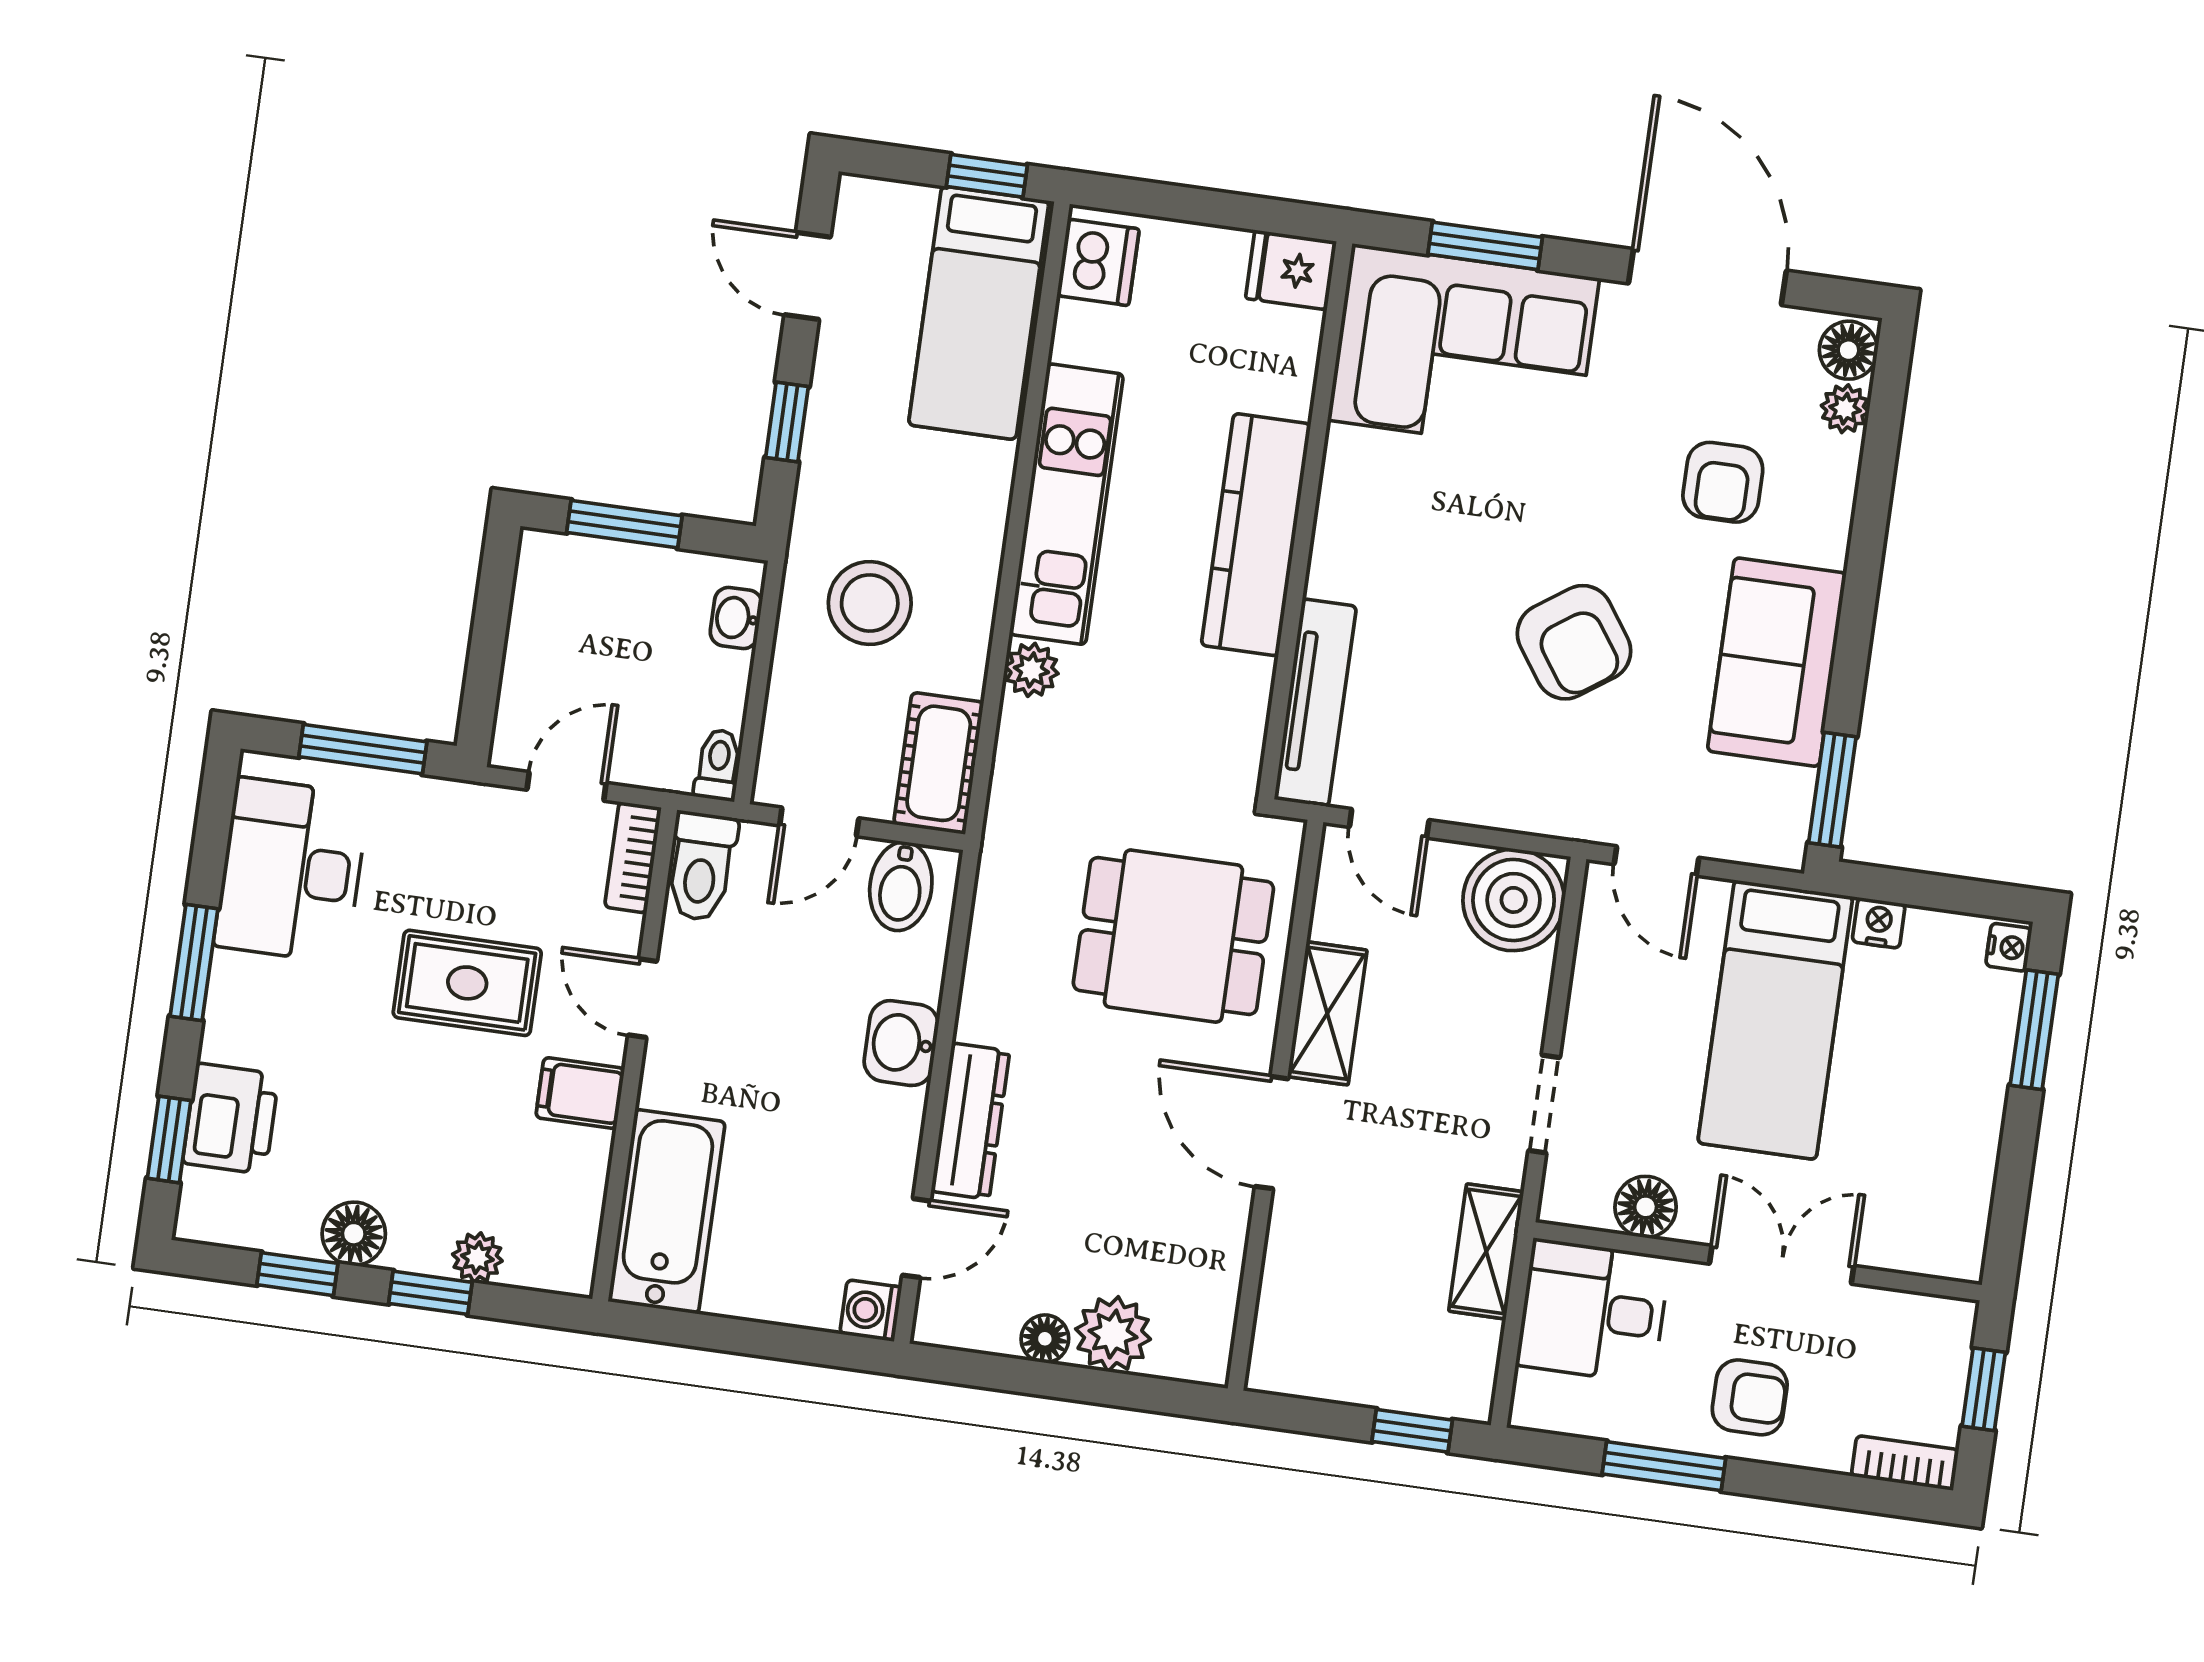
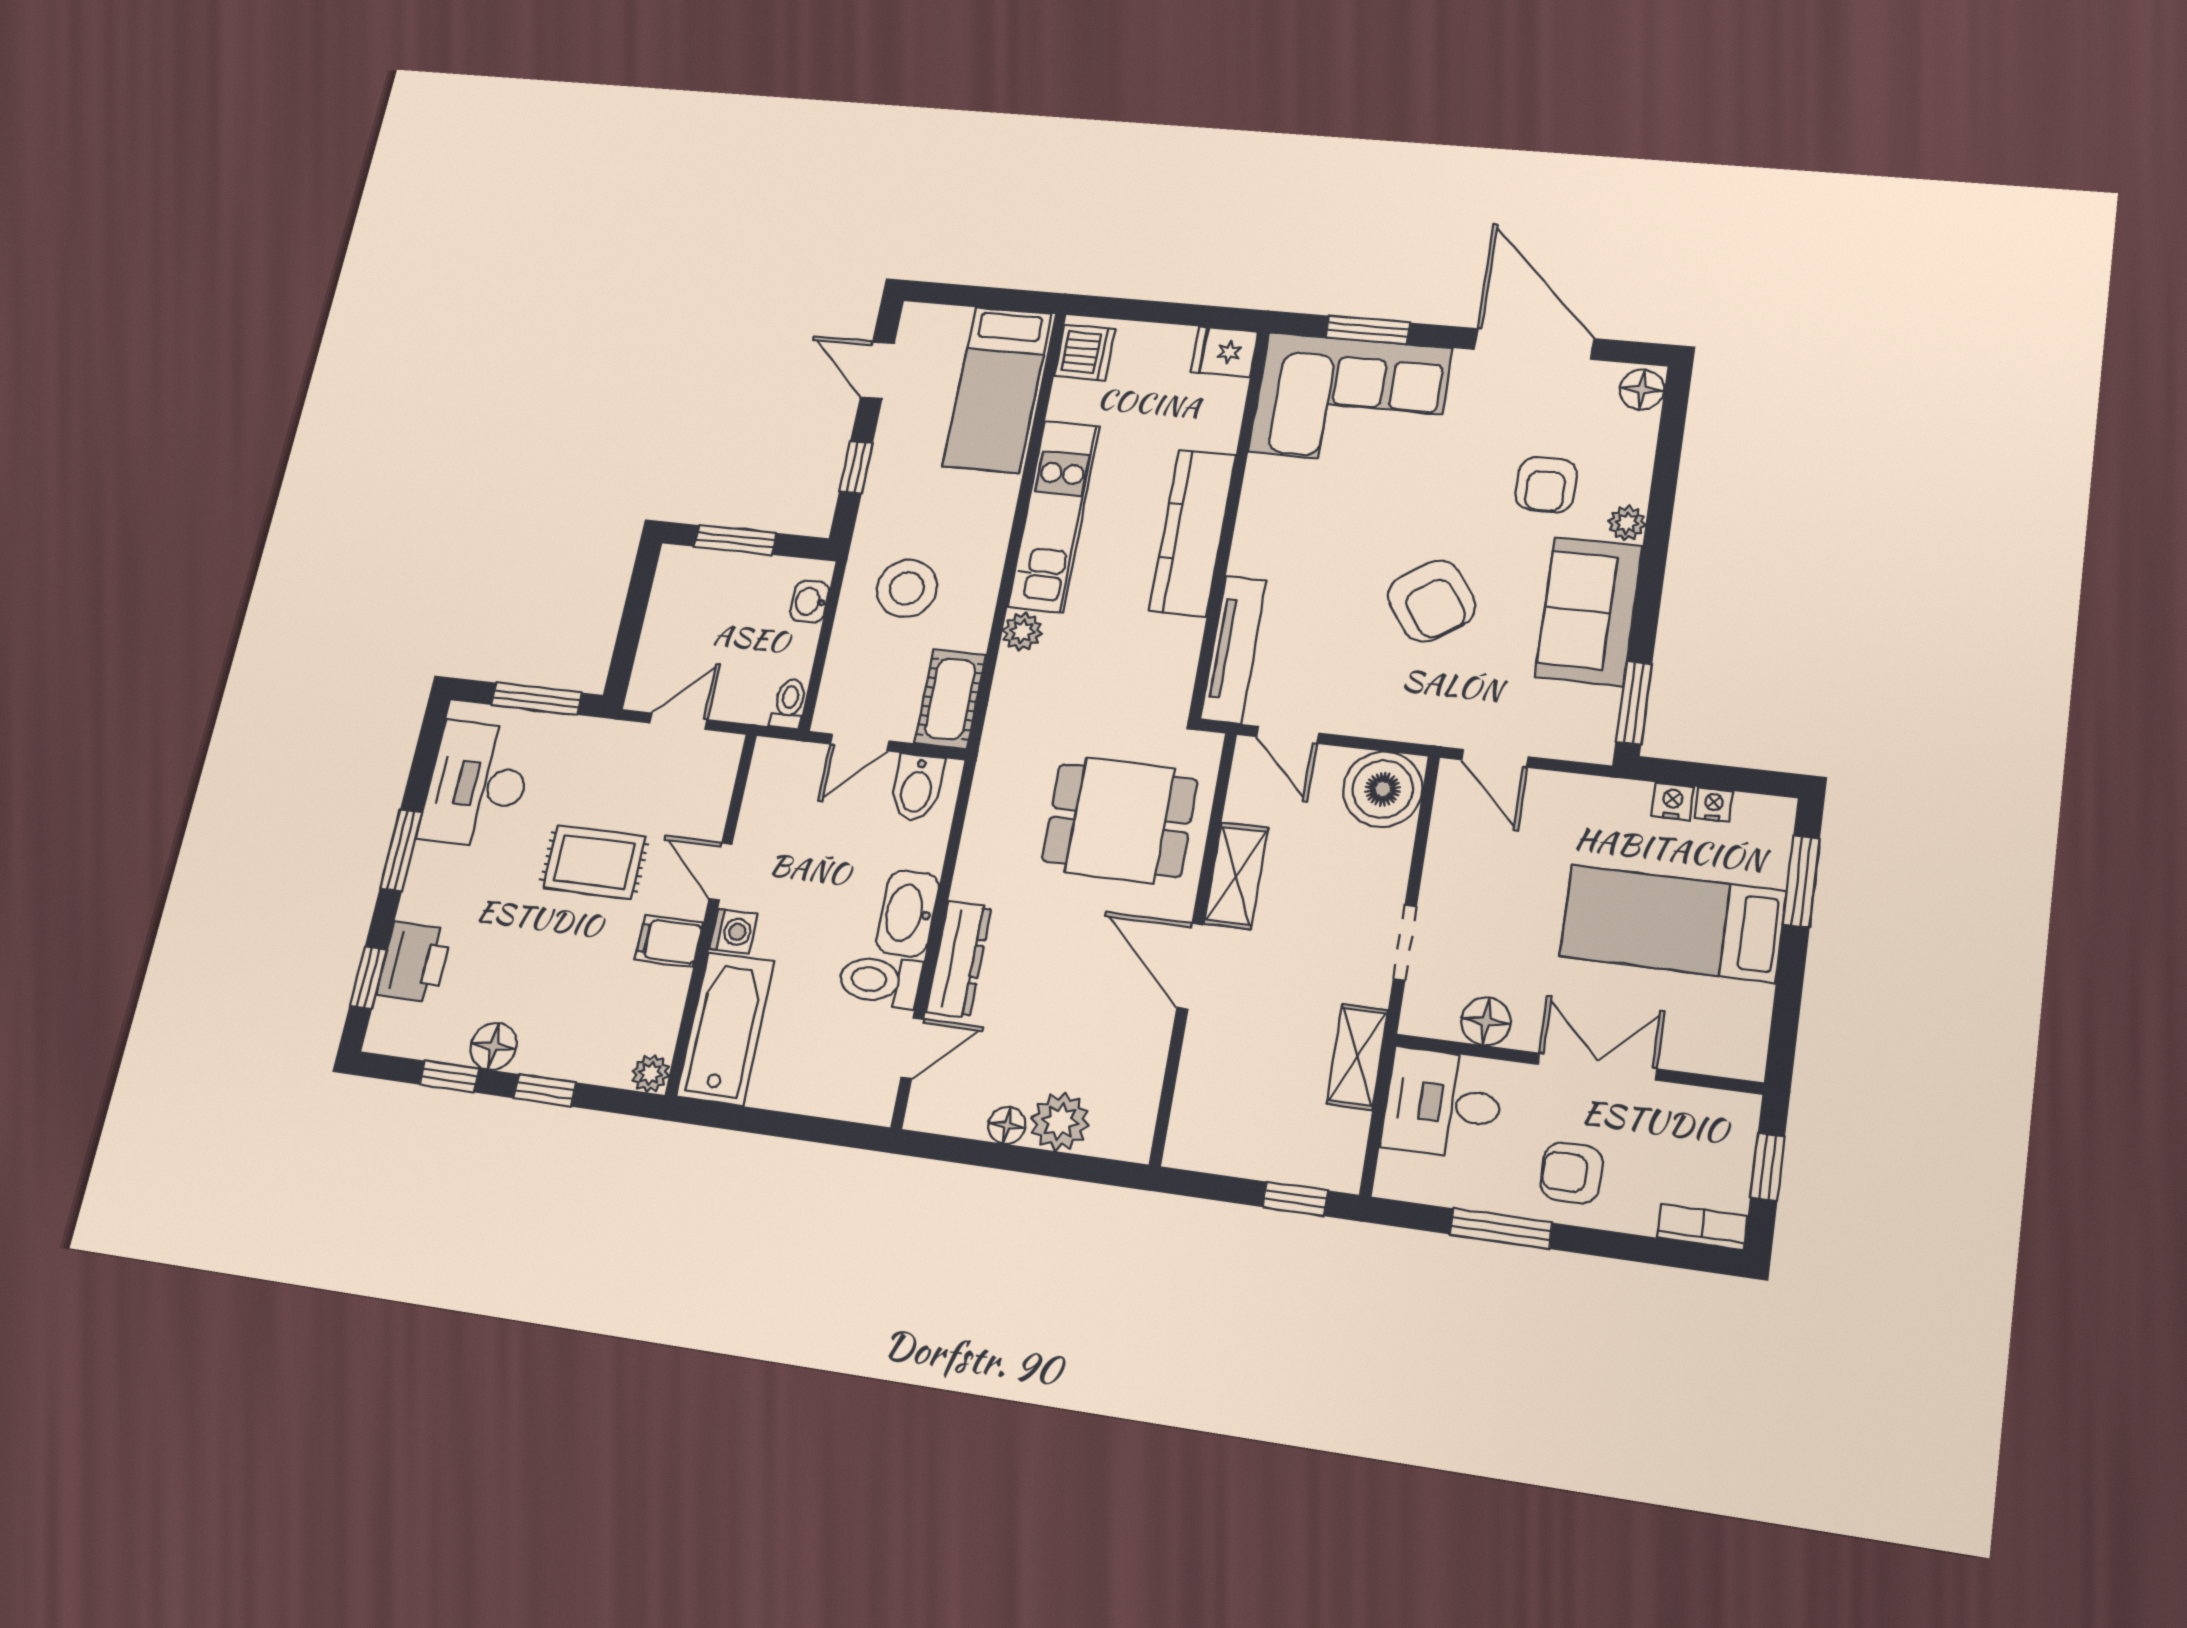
window: (987, 176) -> (1008, 299), removed
plant: (1845, 409) -> (1627, 523), moved
bookcase: (633, 857) -> (722, 770), removed
toilet: (701, 866) -> (880, 981), moved, turned 90
nightstand: (2009, 947) -> (1714, 804), moved, turned -90
bed: (1775, 1020) -> (1673, 924), moved, turned 90
washbasin: (901, 1043) -> (908, 913), width x1.38
plant: (477, 1258) -> (650, 1074), moved
washing machine: (871, 1311) -> (733, 931), moved, turned 180
armchair: (1750, 1397) -> (1572, 1173), turned 180

